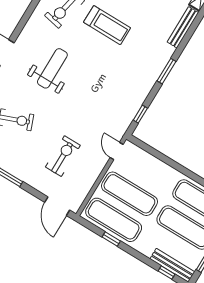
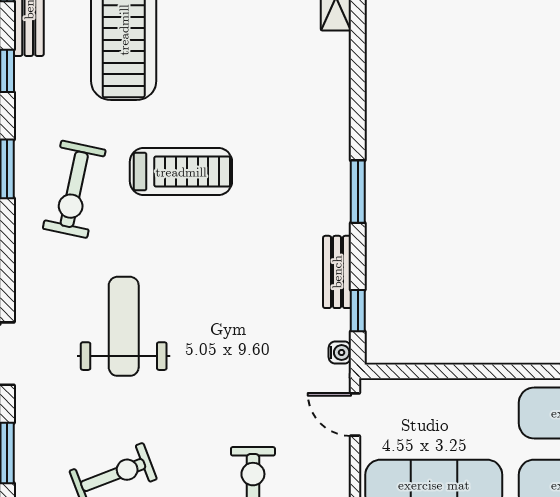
bench: (183, 27) -> (337, 272), moved, width x0.73
water cooler: (125, 125) -> (340, 353), added

